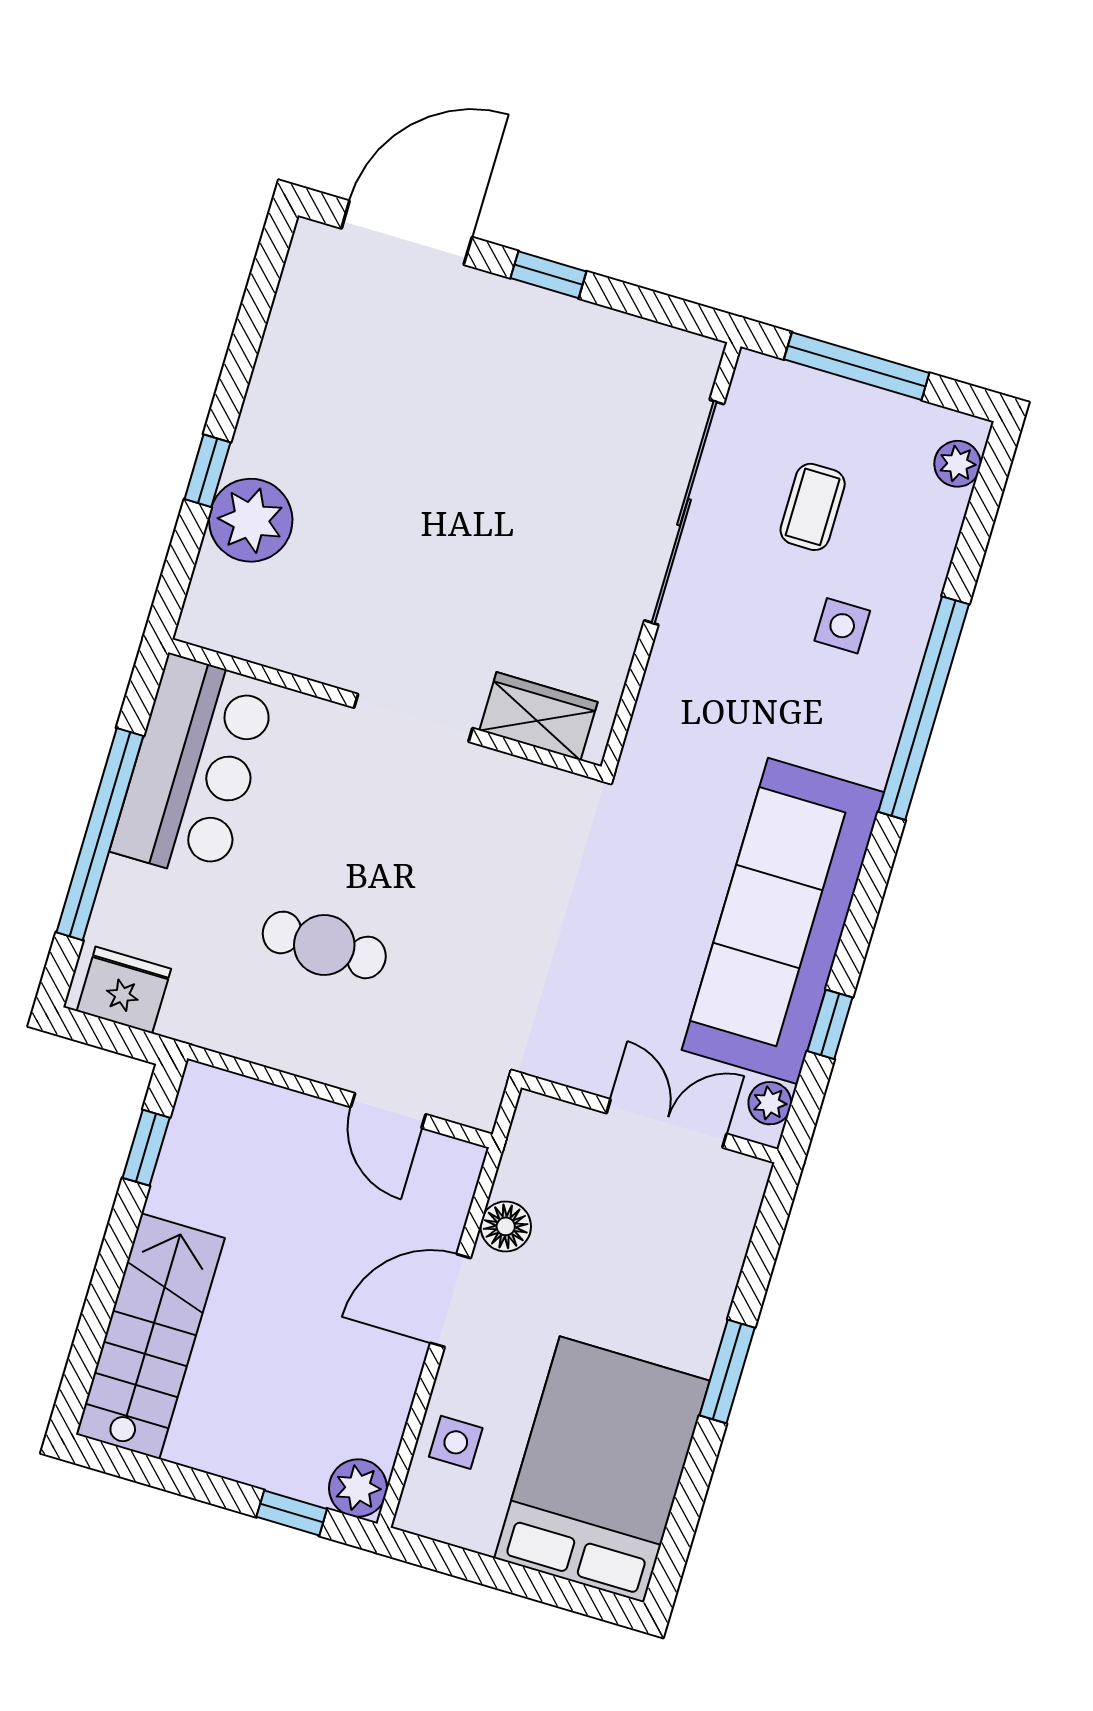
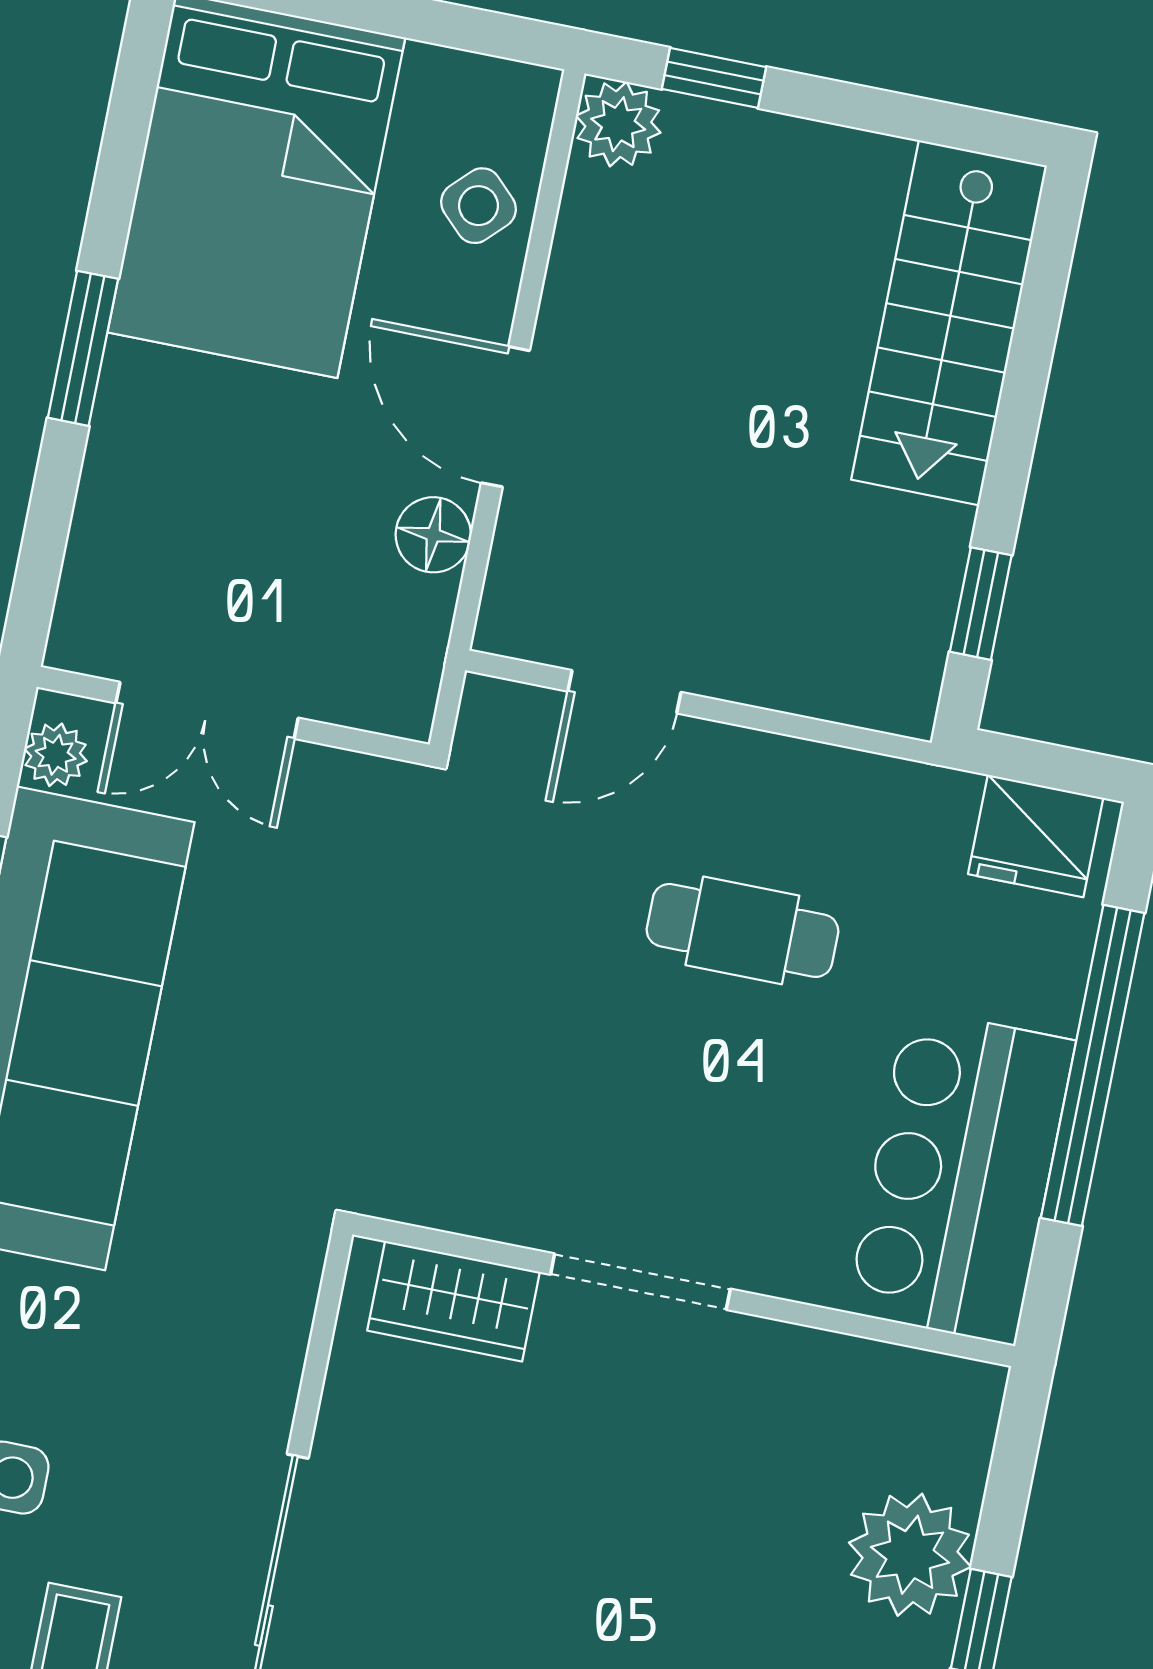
door: (388, 1111) -> (624, 692), swing flipped
door: (451, 1301) -> (505, 417), swing flipped
side table: (456, 1442) -> (478, 206), turned 45

